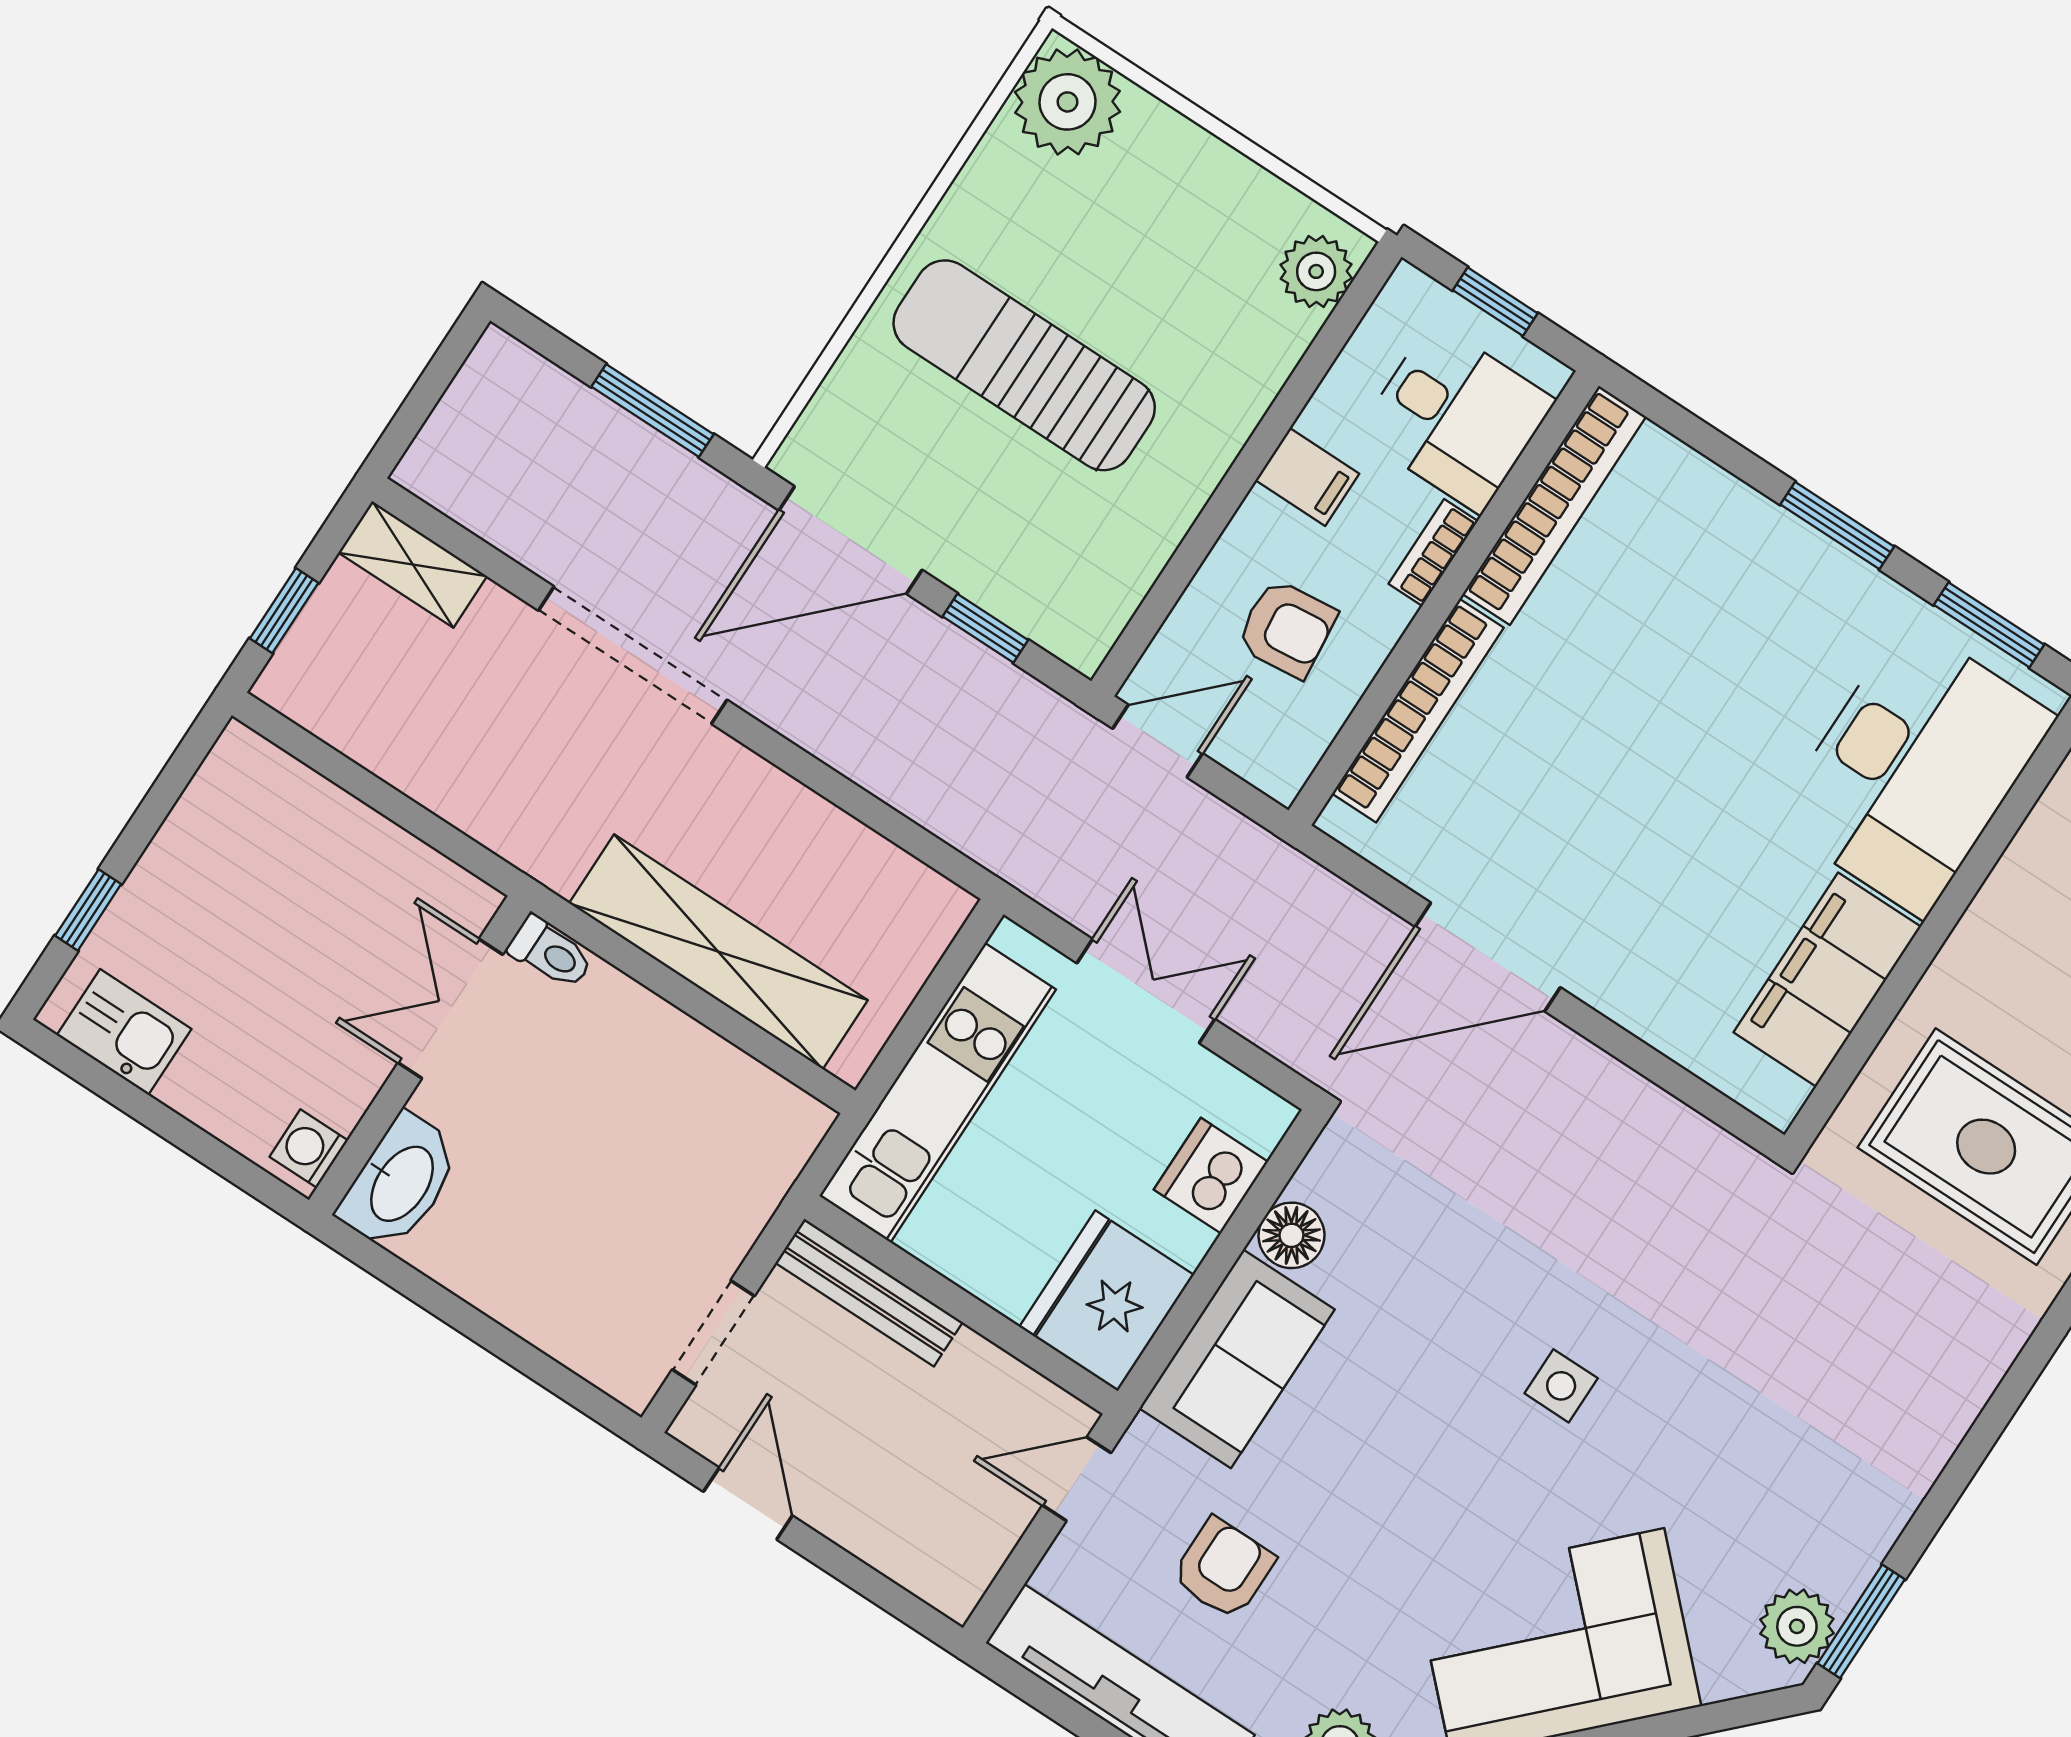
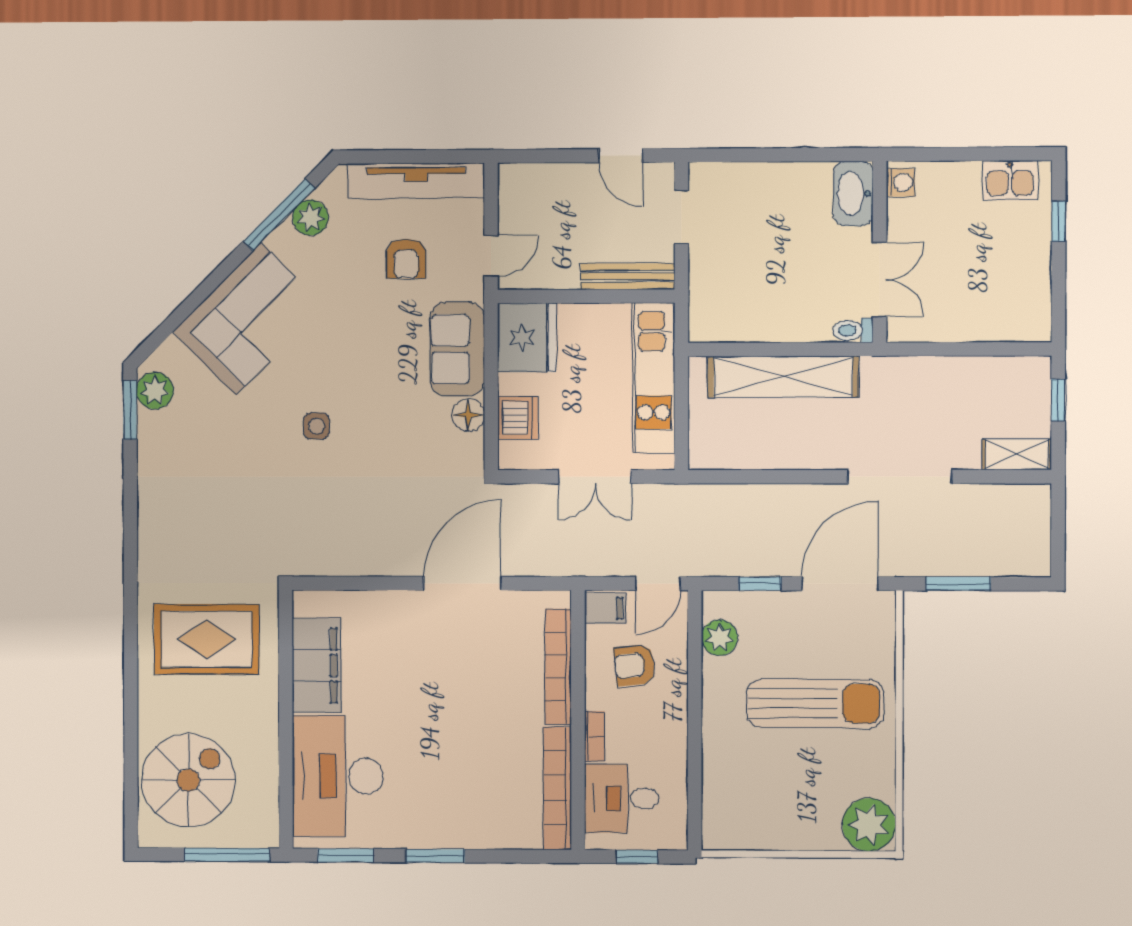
plant: (1316, 271) -> (719, 638), moved
filing cabinet: (1307, 477) -> (605, 608), moved, turned 180

